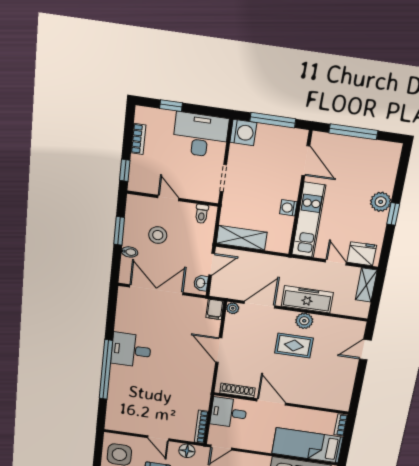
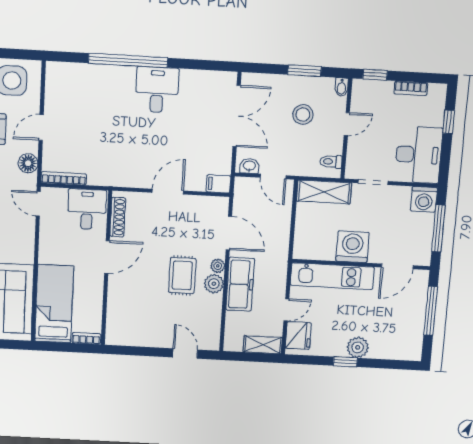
washing machine: (288, 208) -> (352, 247), width x1.89, depth x1.89
shelving: (242, 238) -> (324, 192), moved, turned 90
bidet: (130, 252) -> (342, 87), moved
plant: (233, 308) -> (218, 266), moved

